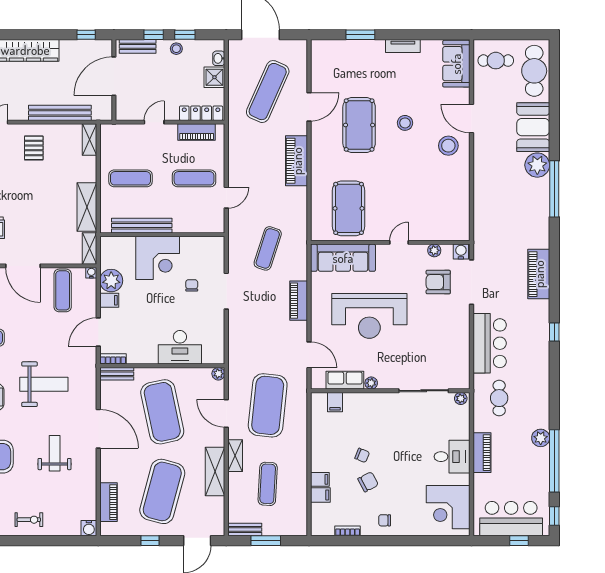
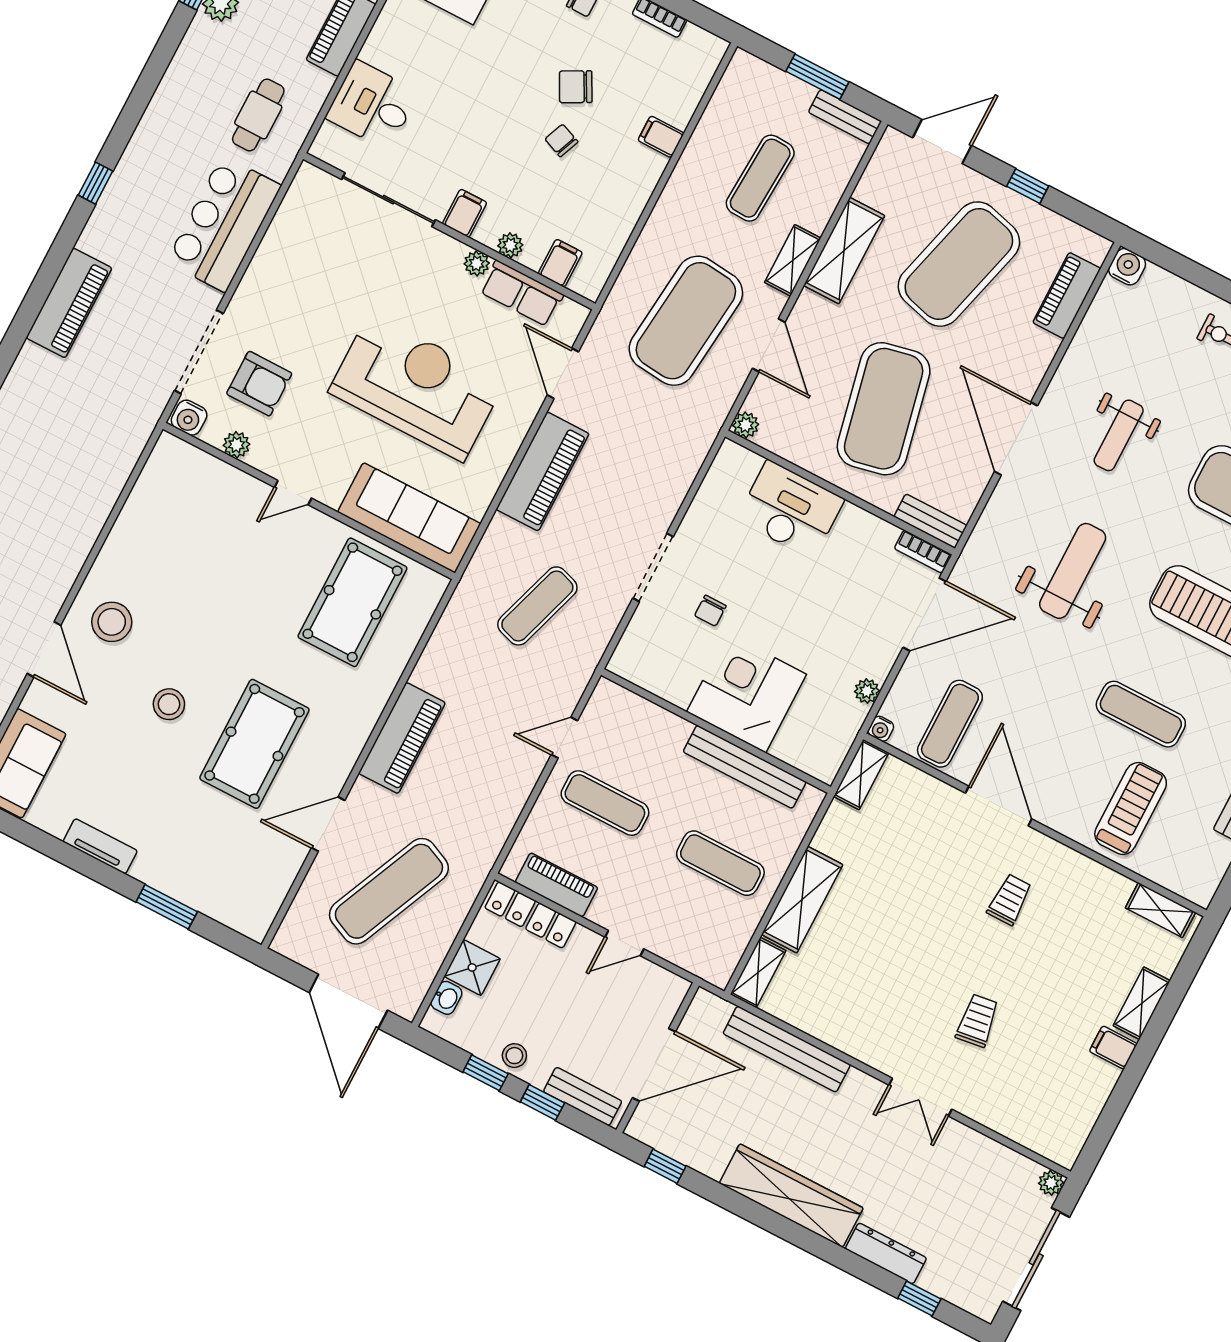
pallet: (34, 148) -> (867, 1010), removed
shelving: (87, 207) -> (802, 900), moved
plant: (111, 281) -> (867, 691), width x0.53, depth x0.53
filing cabinet: (109, 300) -> (874, 662), removed
piano: (299, 301) -> (543, 471), width x1.37, depth x1.33
door: (98, 332) -> (924, 614), width x1.36
weight bench: (44, 384) -> (1073, 571), turned 90
plant: (461, 398) -> (510, 245), moved
desk: (452, 457) -> (372, 105), moved
filing cabinet: (320, 495) -> (465, 213), moved, turned 90

